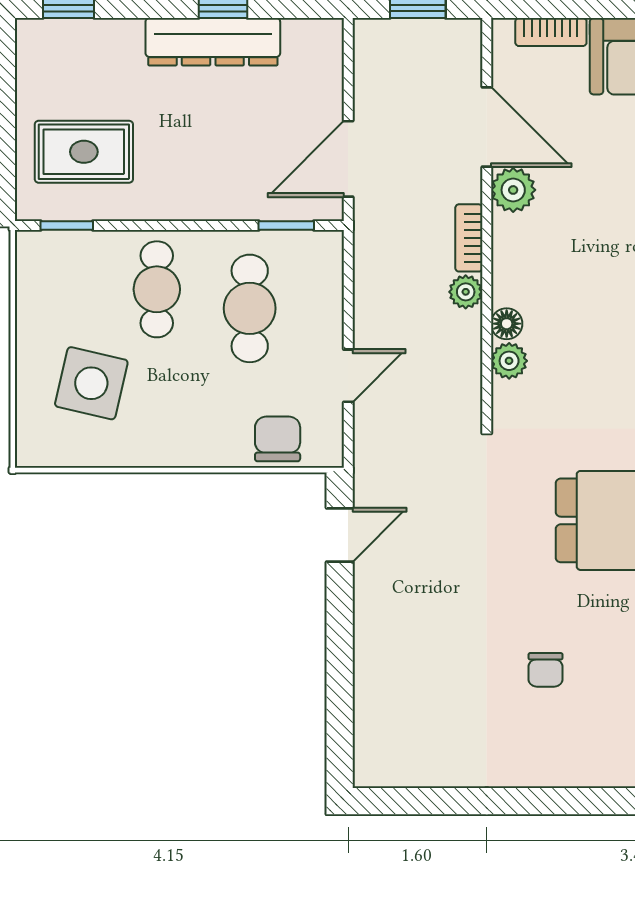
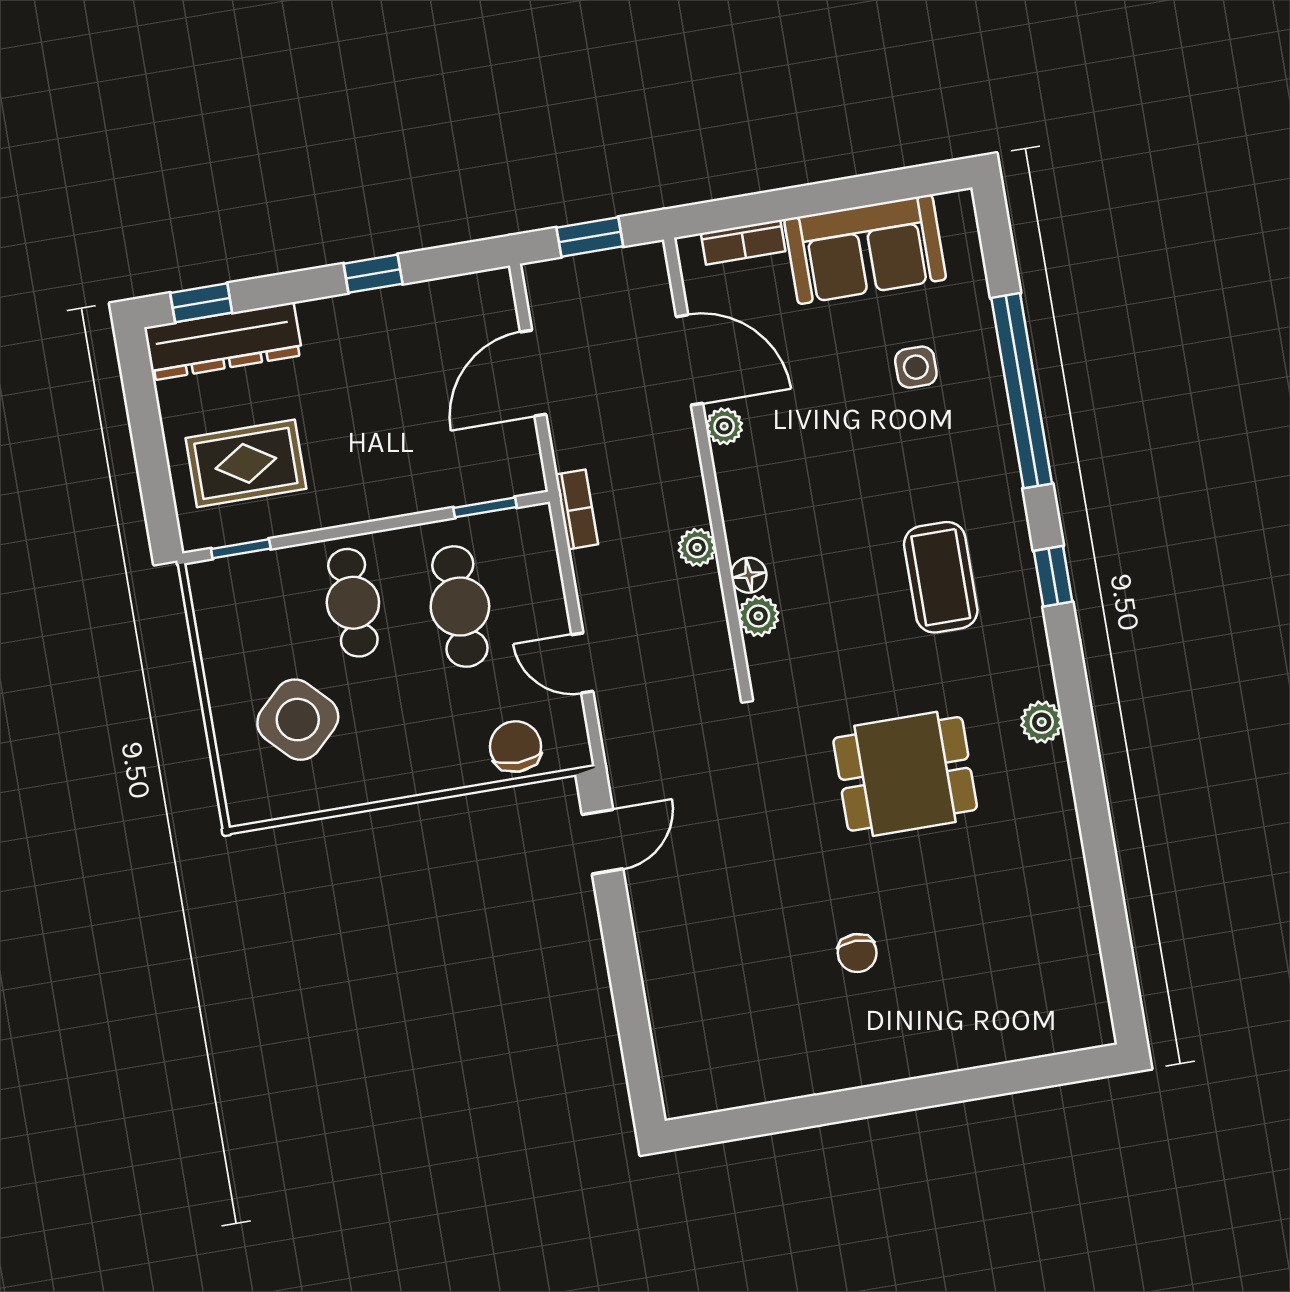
dresser: (213, 42) -> (223, 341), moved
door: (348, 159) -> (533, 373), moved
plant: (513, 190) -> (724, 426), width x0.73, depth x0.73
bookcase: (469, 238) -> (577, 509), moved, turned 180
door: (348, 376) -> (582, 663), swing flipped
side table: (91, 383) -> (298, 720), turned 33

